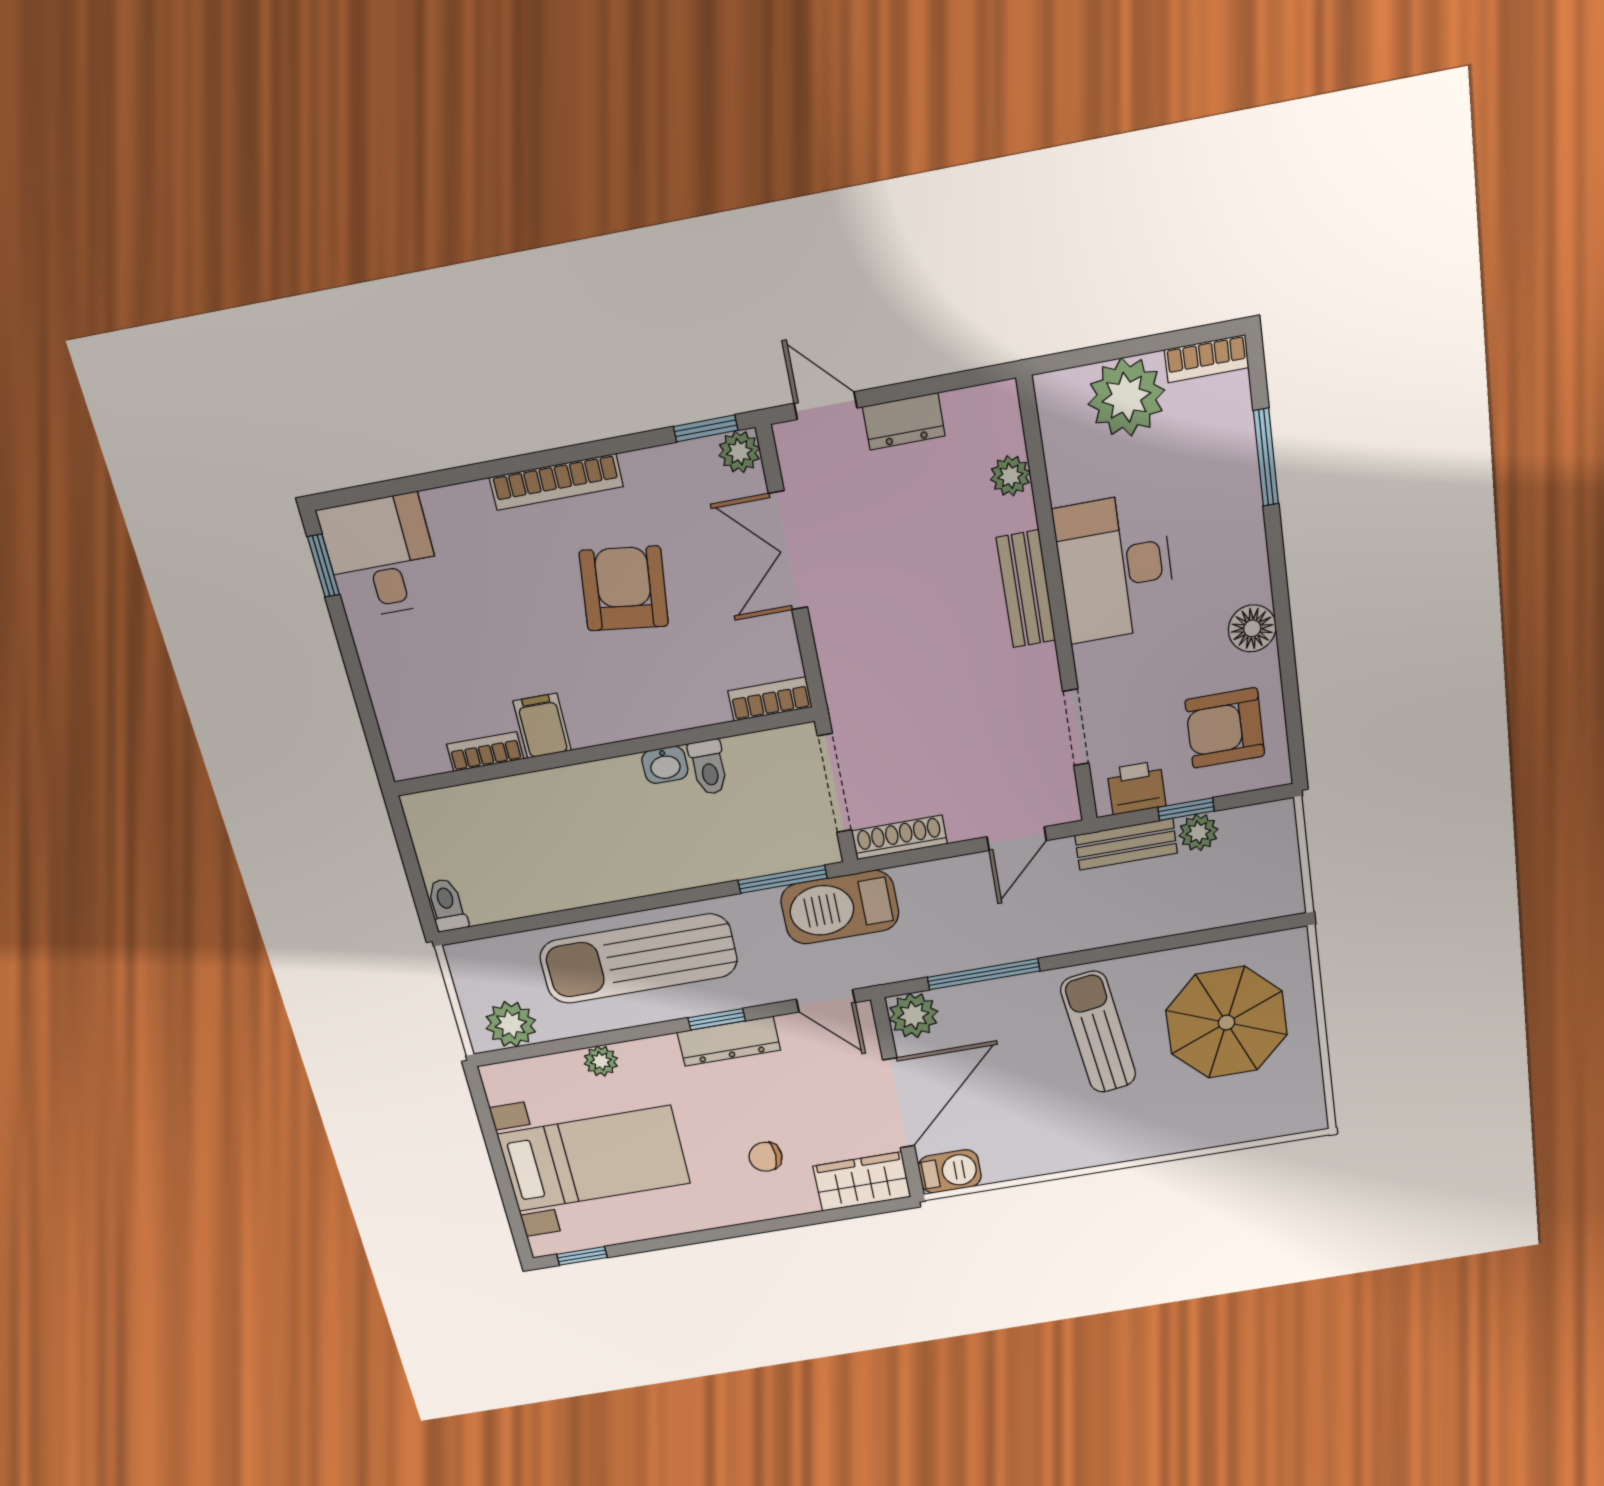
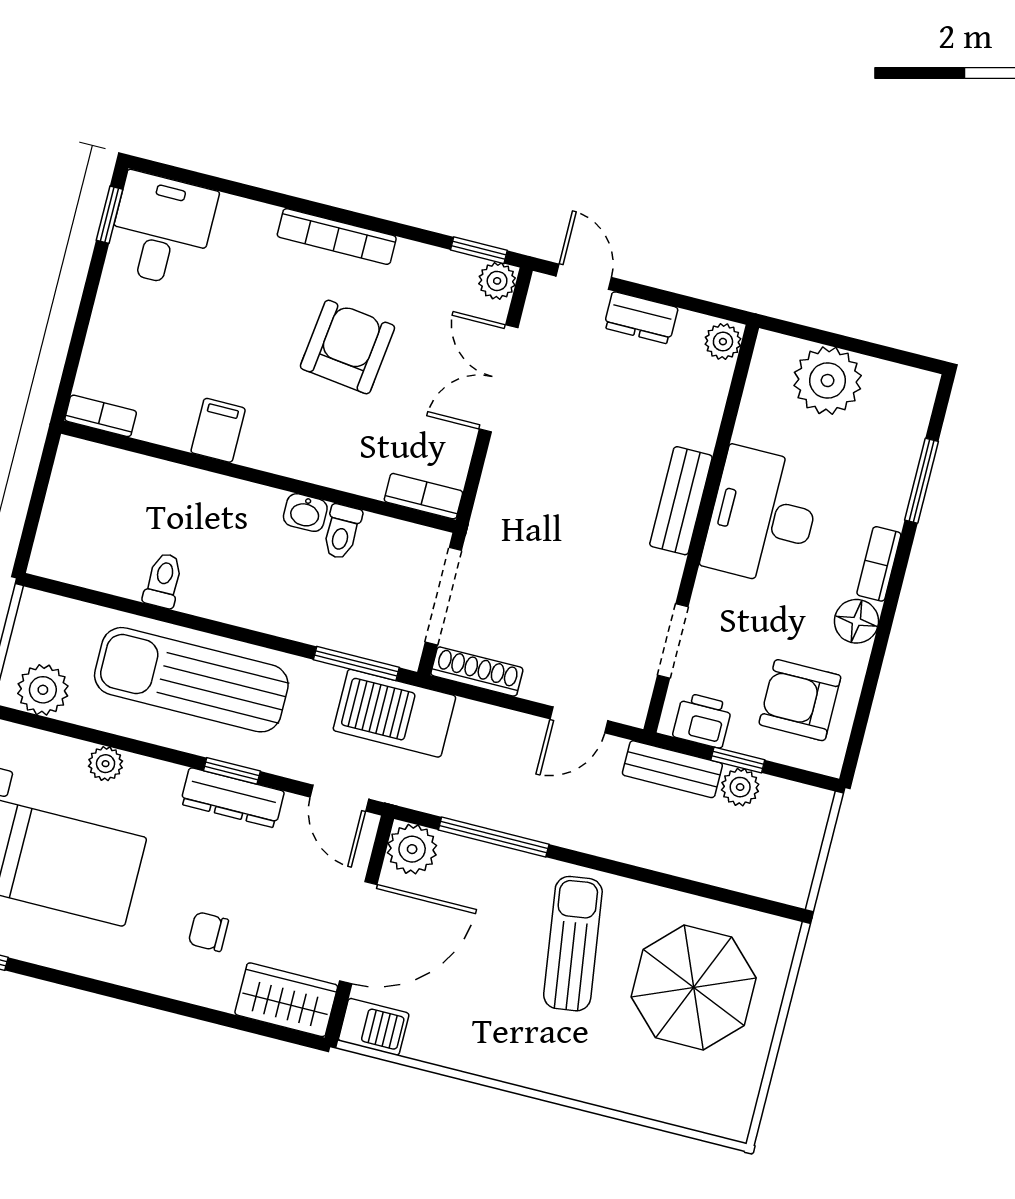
bookcase: (1207, 359) -> (879, 564), moved, turned 90
plant: (1010, 476) -> (723, 342), moved
bookcase: (485, 752) -> (101, 416), moved
toilet: (447, 905) -> (163, 580), moved

